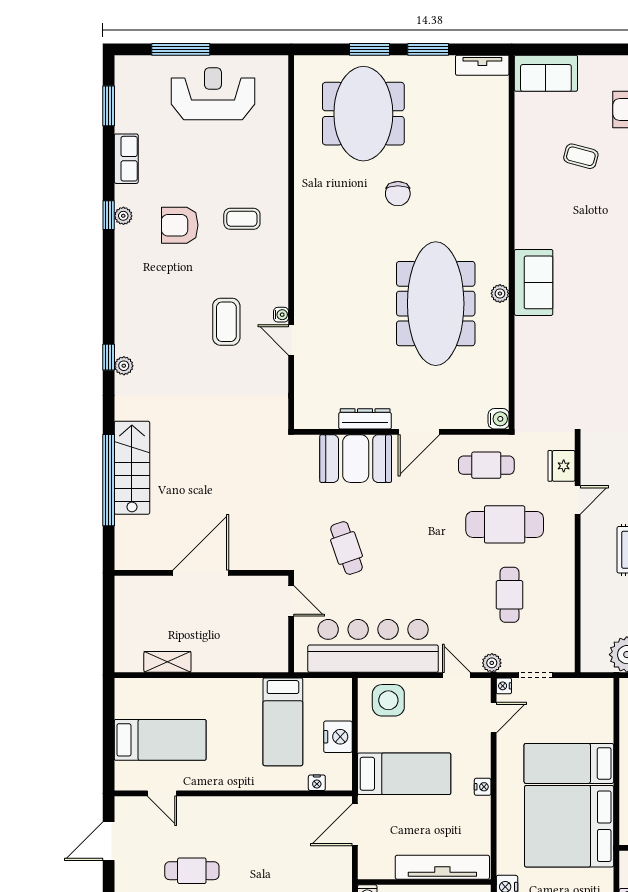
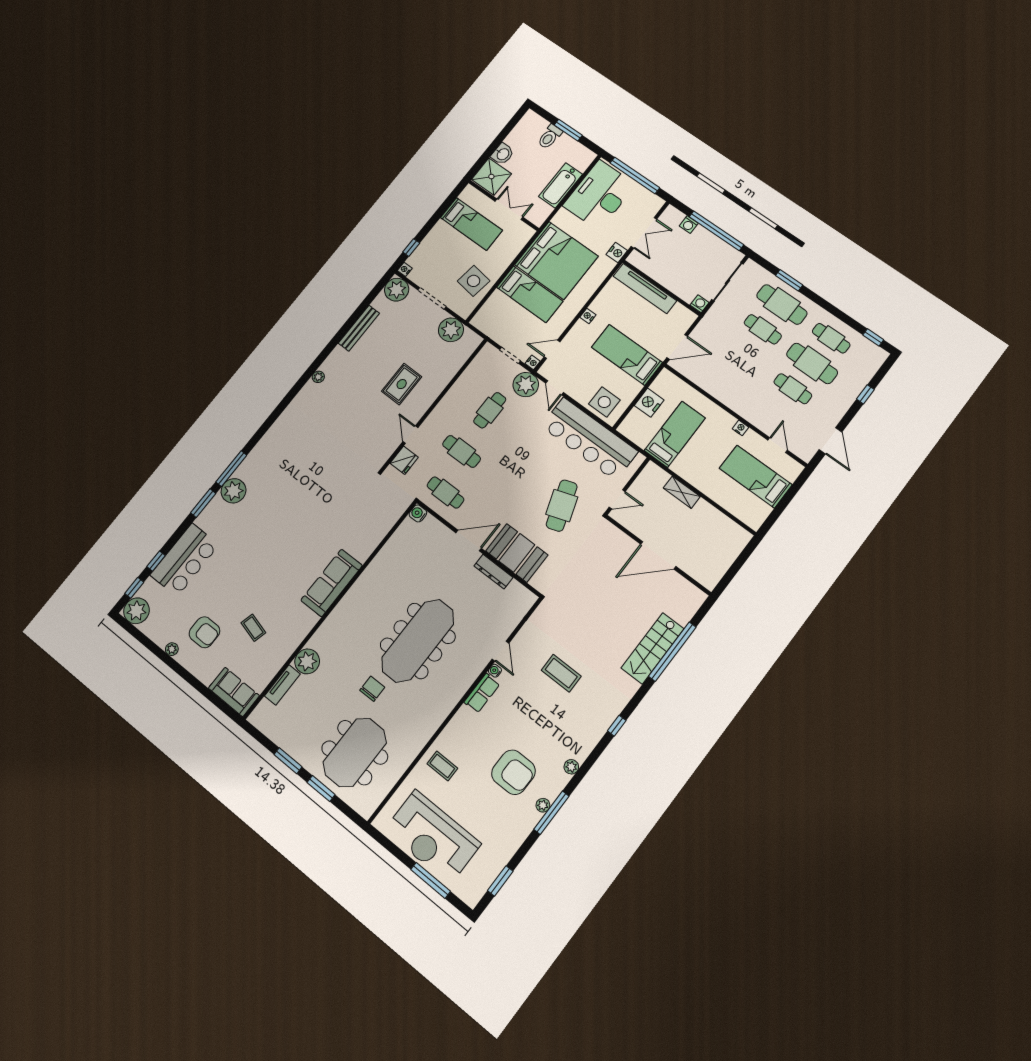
tv unit: (482, 65) -> (282, 685), moved, turned 90
reception desk: (213, 94) -> (432, 837), width x1.36, depth x1.30
row of seats: (126, 159) -> (482, 693), moved, turned 180
window: (109, 215) -> (551, 813), width x2.17
coffee table: (242, 219) -> (442, 766), moved
armchair: (180, 225) -> (513, 772), width x1.36, depth x1.36
sofa: (534, 282) -> (332, 583), width x1.36
plant: (500, 293) -> (307, 661), moved, width x1.87, depth x1.87
meeting table: (436, 304) -> (418, 641), moved
coffee table: (226, 322) -> (561, 673), moved, turned 90
plant: (124, 366) -> (571, 767), moved
door: (578, 500) -> (410, 435), hinge flipped
cafe table: (505, 524) -> (462, 451), width x0.73, depth x0.74
cafe table: (347, 548) -> (562, 506), width x1.37, depth x1.35
door: (291, 601) -> (617, 499), swing flipped
shelving: (167, 662) -> (682, 492), moved
plant: (492, 663) -> (526, 385), width x1.87, depth x1.87
nightstand: (317, 783) -> (740, 428), moved
door: (109, 841) -> (831, 441), hinge flipped

